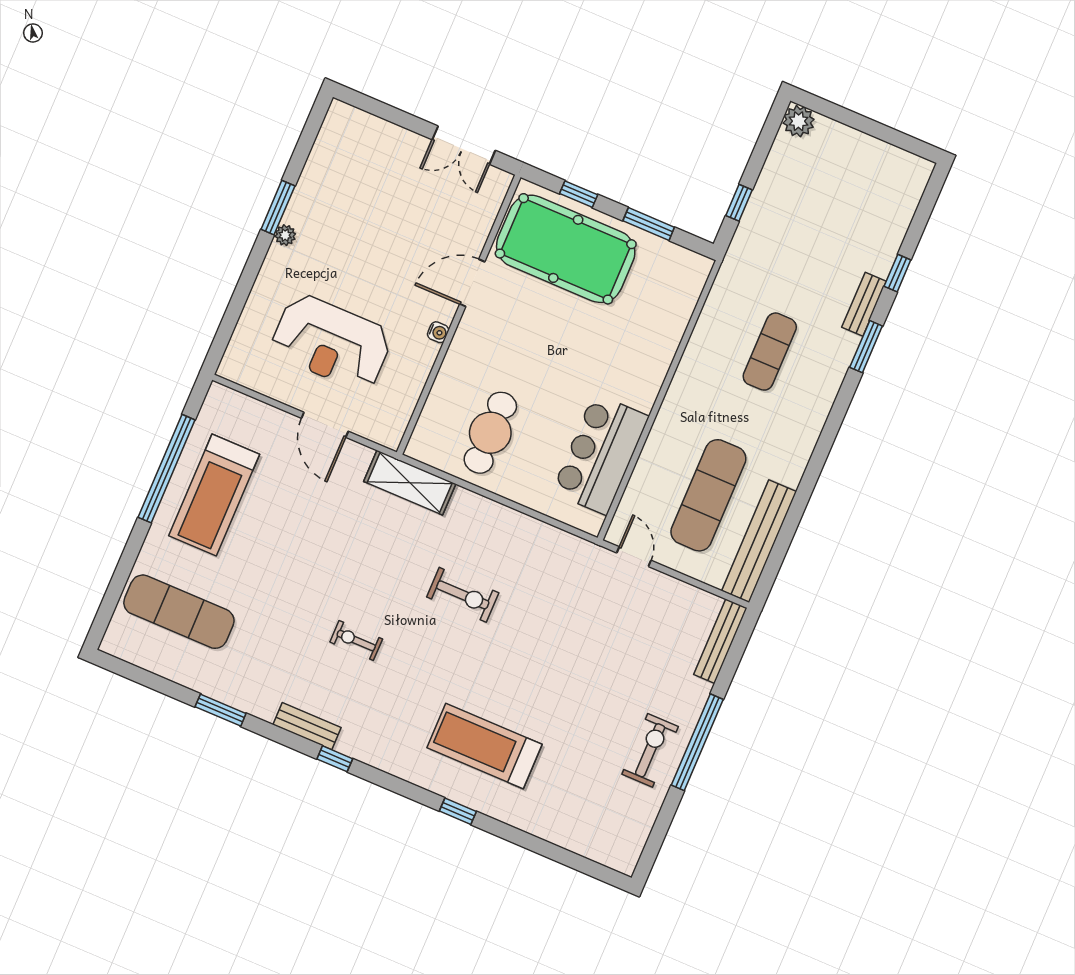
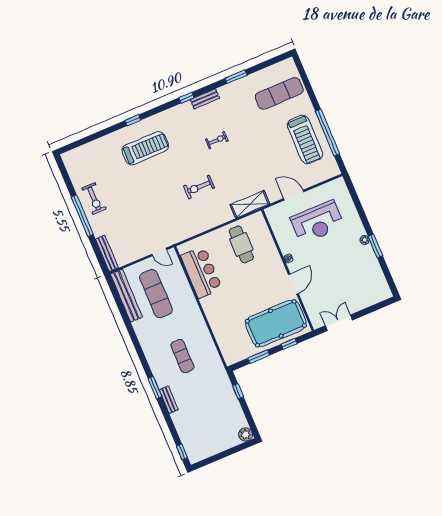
window: (897, 273) -> (182, 452), moved
reception desk: (331, 342) -> (317, 222), turned 180
treadmill: (214, 495) -> (305, 140), turned 180

